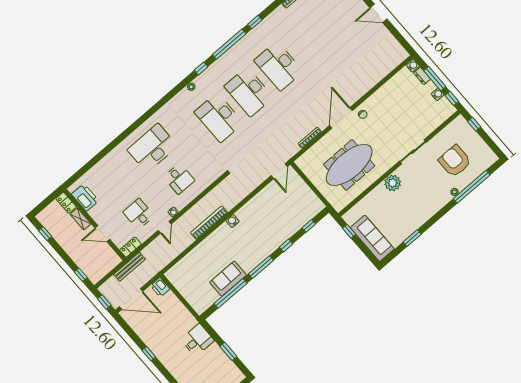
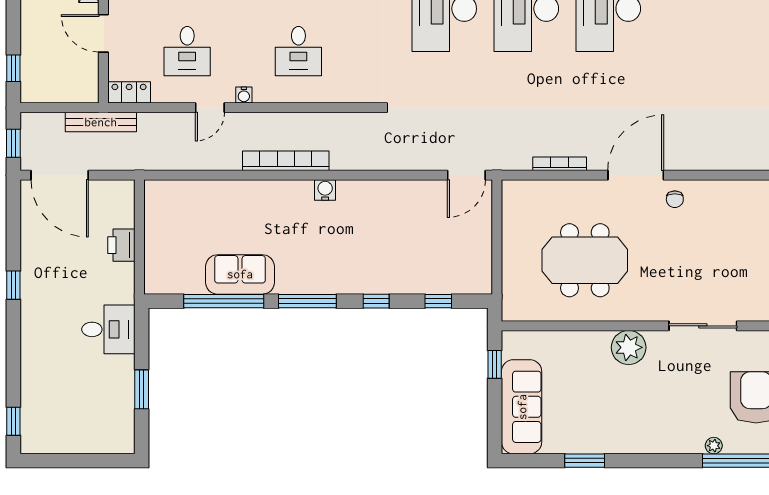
meeting table: (349, 165) -> (585, 260), width x0.73
desk: (139, 214) -> (187, 51), turned 180
printer: (160, 287) -> (121, 245), moved

